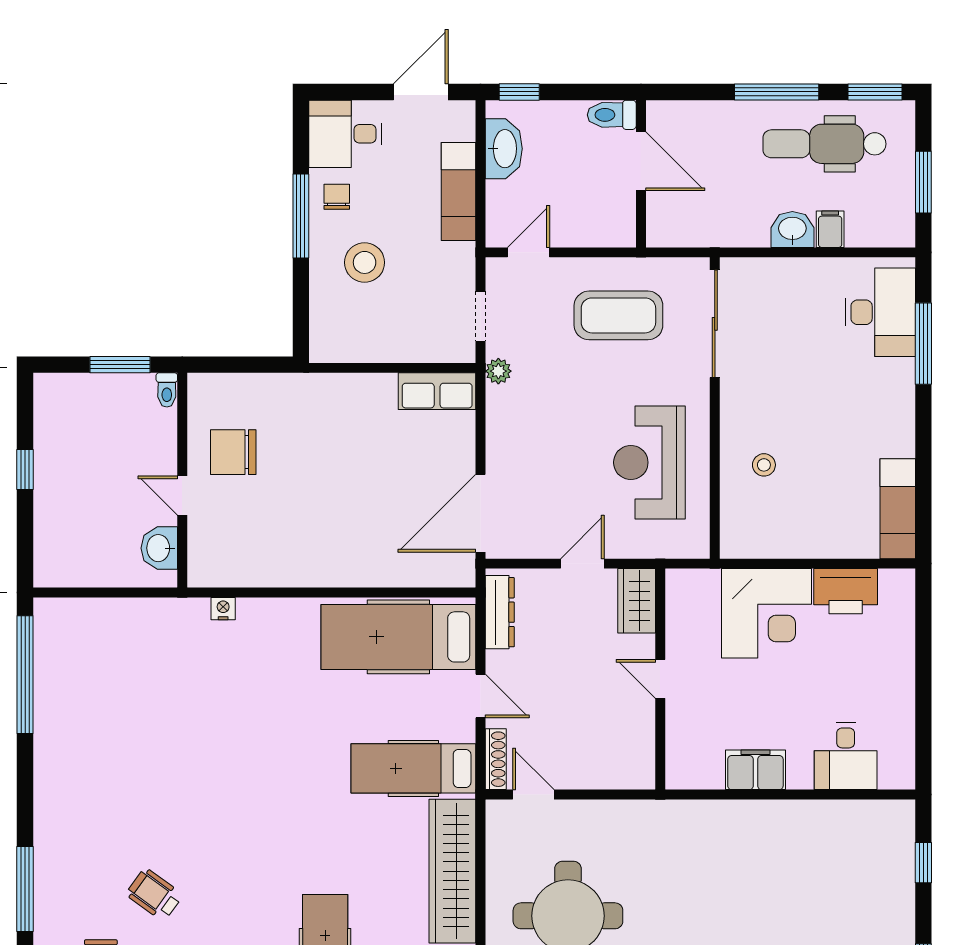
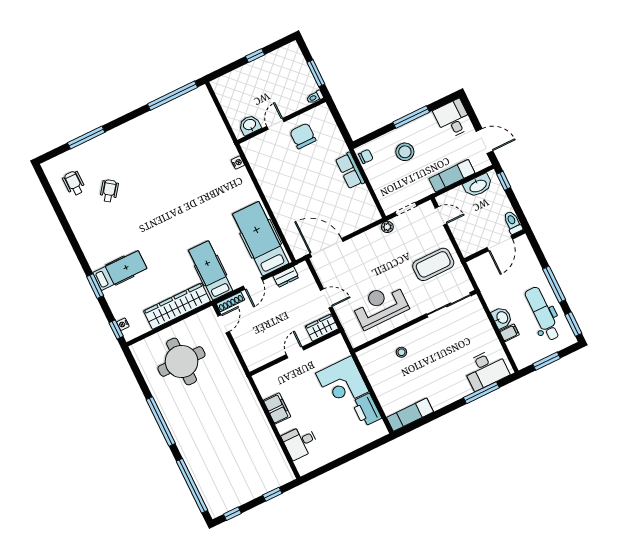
chair: (337, 197) -> (366, 156), moved
coffee table: (618, 315) -> (433, 264), turned 90
row of seats: (437, 391) -> (350, 171), moved
dresser: (500, 612) -> (286, 277), width x0.70

